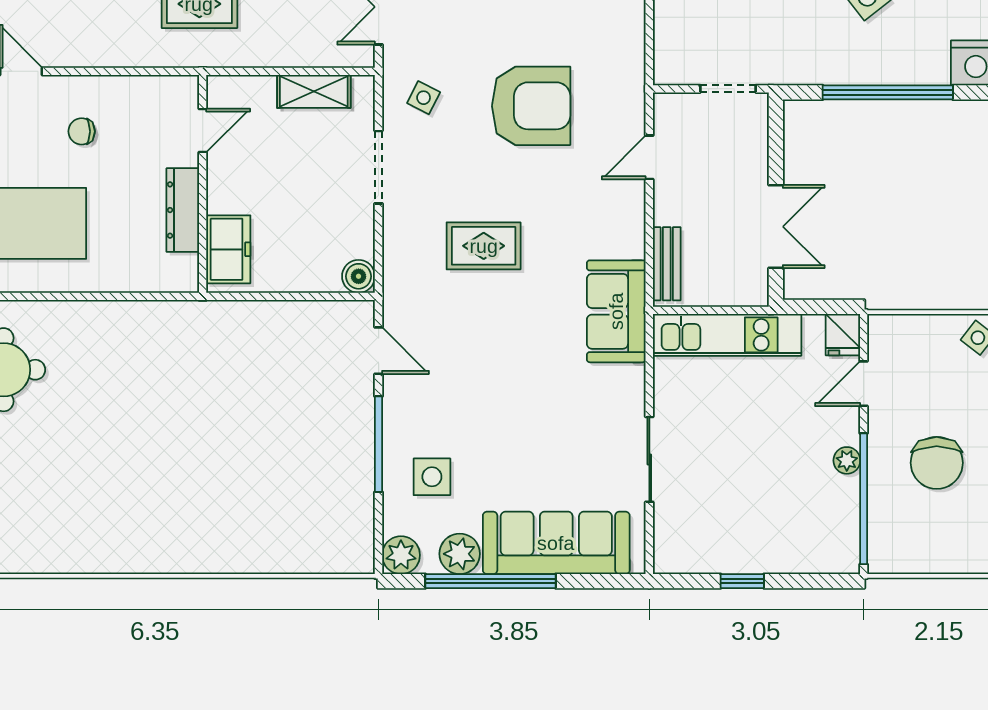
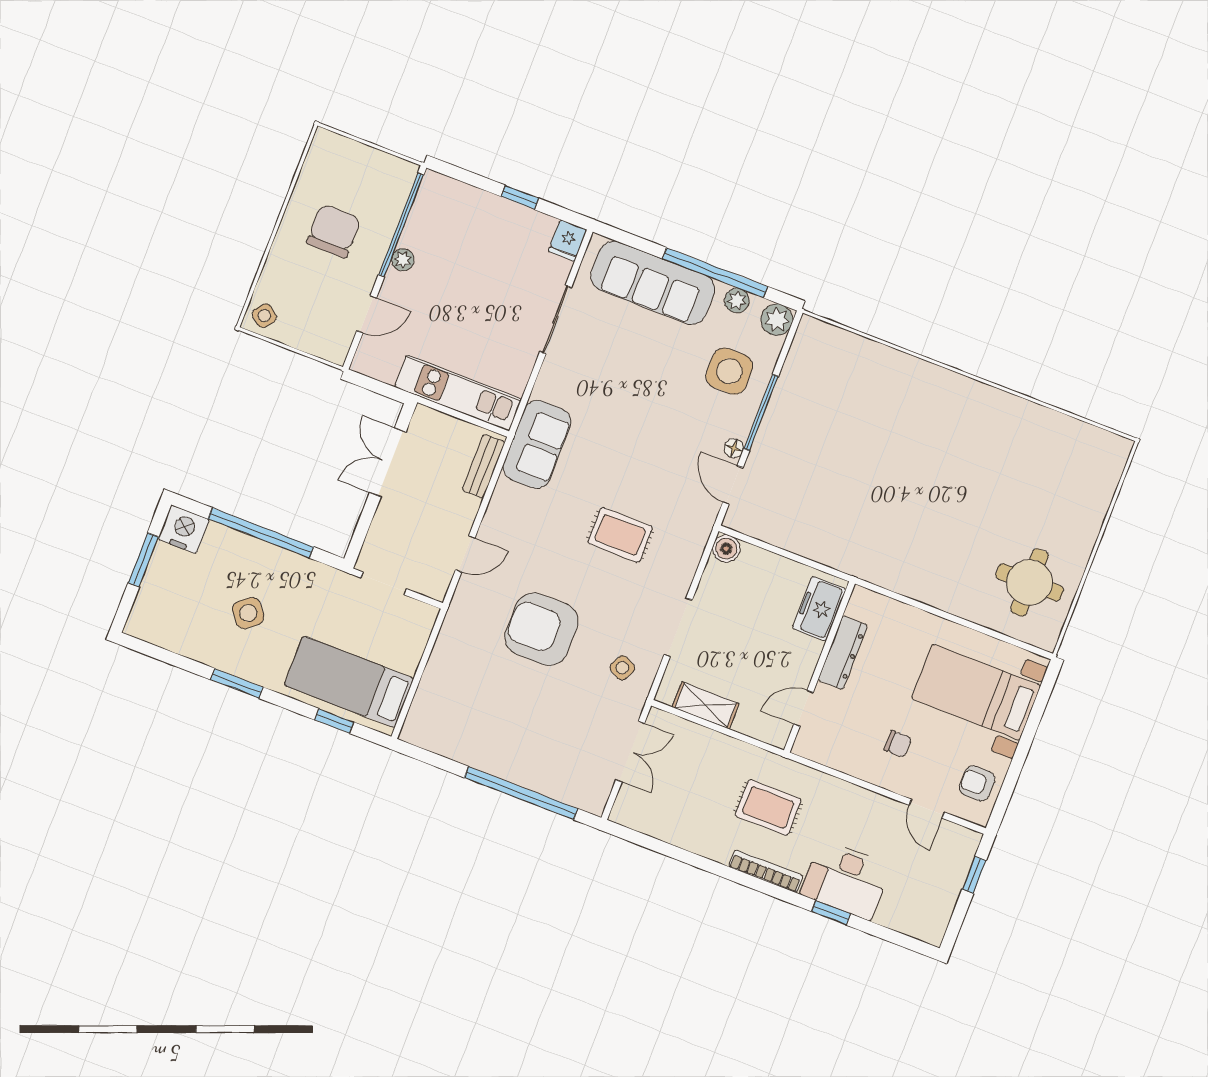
fridge: (843, 335) -> (568, 240), moved, turned 180
floor lamp: (394, 392) -> (734, 448), added
side table: (432, 477) -> (729, 371), width x1.37, depth x1.37
plant: (460, 554) -> (737, 301), width x0.73, depth x0.73

